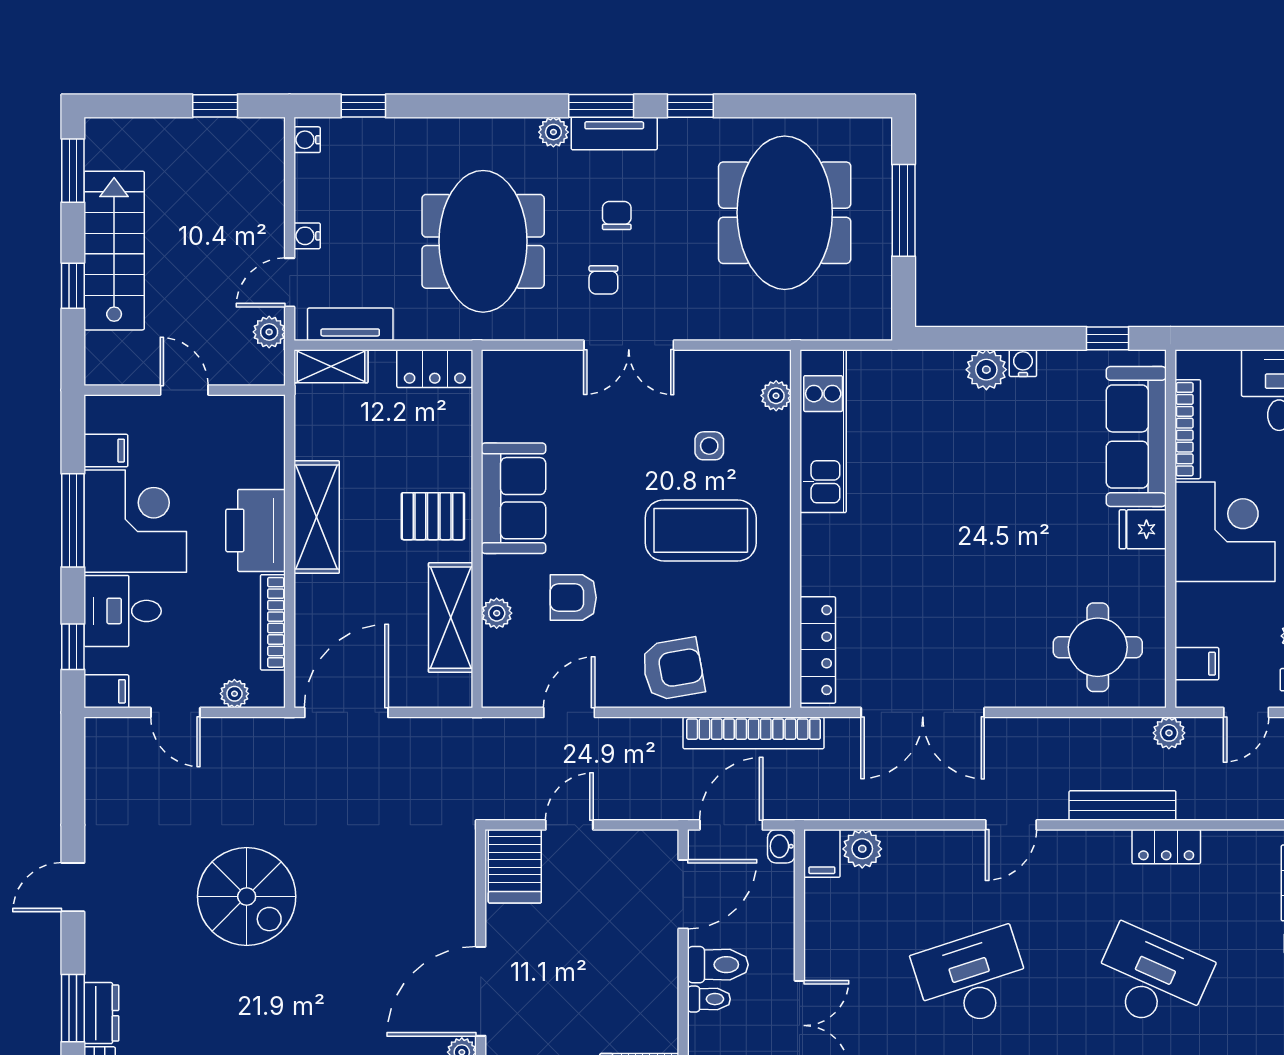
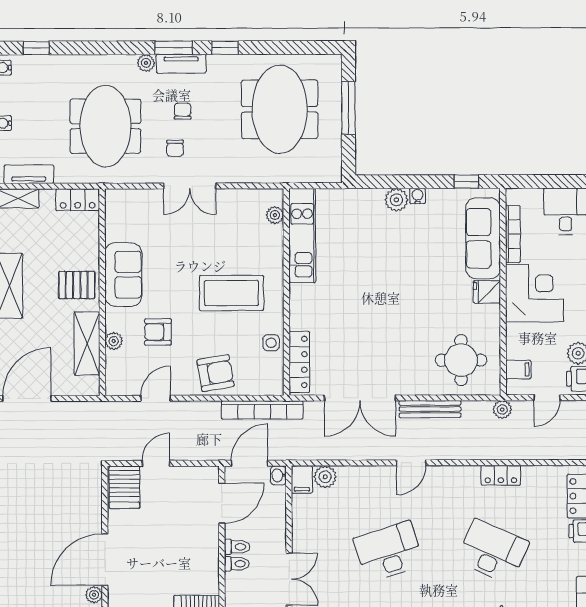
side table: (709, 446) -> (271, 343), moved
bench: (1122, 806) -> (430, 409), moved
toilet: (718, 965) -> (237, 547), width x0.73, depth x0.72

